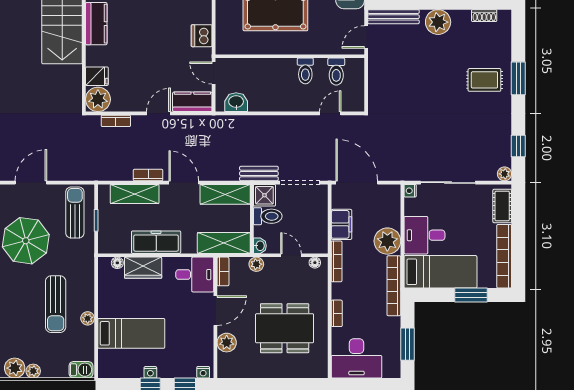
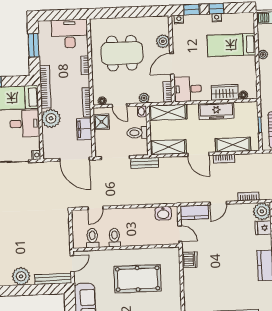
shower: (264, 195) -> (101, 122), moved

